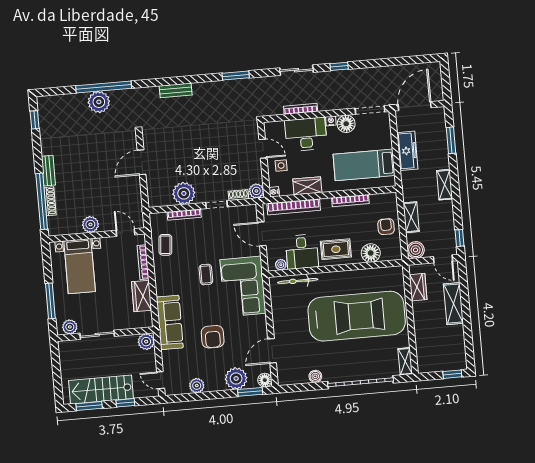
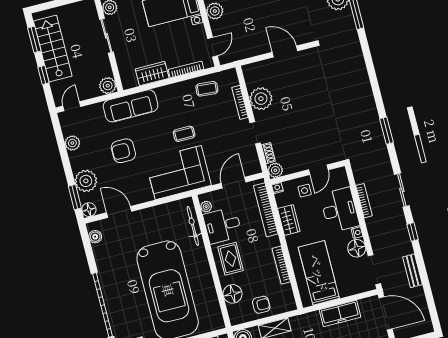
bench: (176, 90) -> (412, 271), moved
boiler: (315, 376) -> (95, 237), moved

